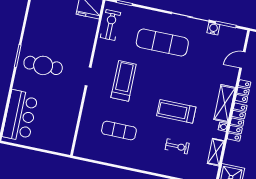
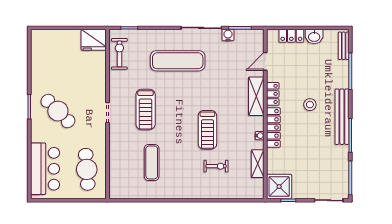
cafe table: (43, 65) -> (58, 111), turned 45
treadmill: (124, 81) -> (146, 109), turned 180
shelving: (225, 104) -> (256, 96), moved
treadmill: (176, 111) -> (207, 130), turned -90
cafe table: (58, 124) -> (87, 169), added
exercise mat: (119, 131) -> (152, 162), turned 90

